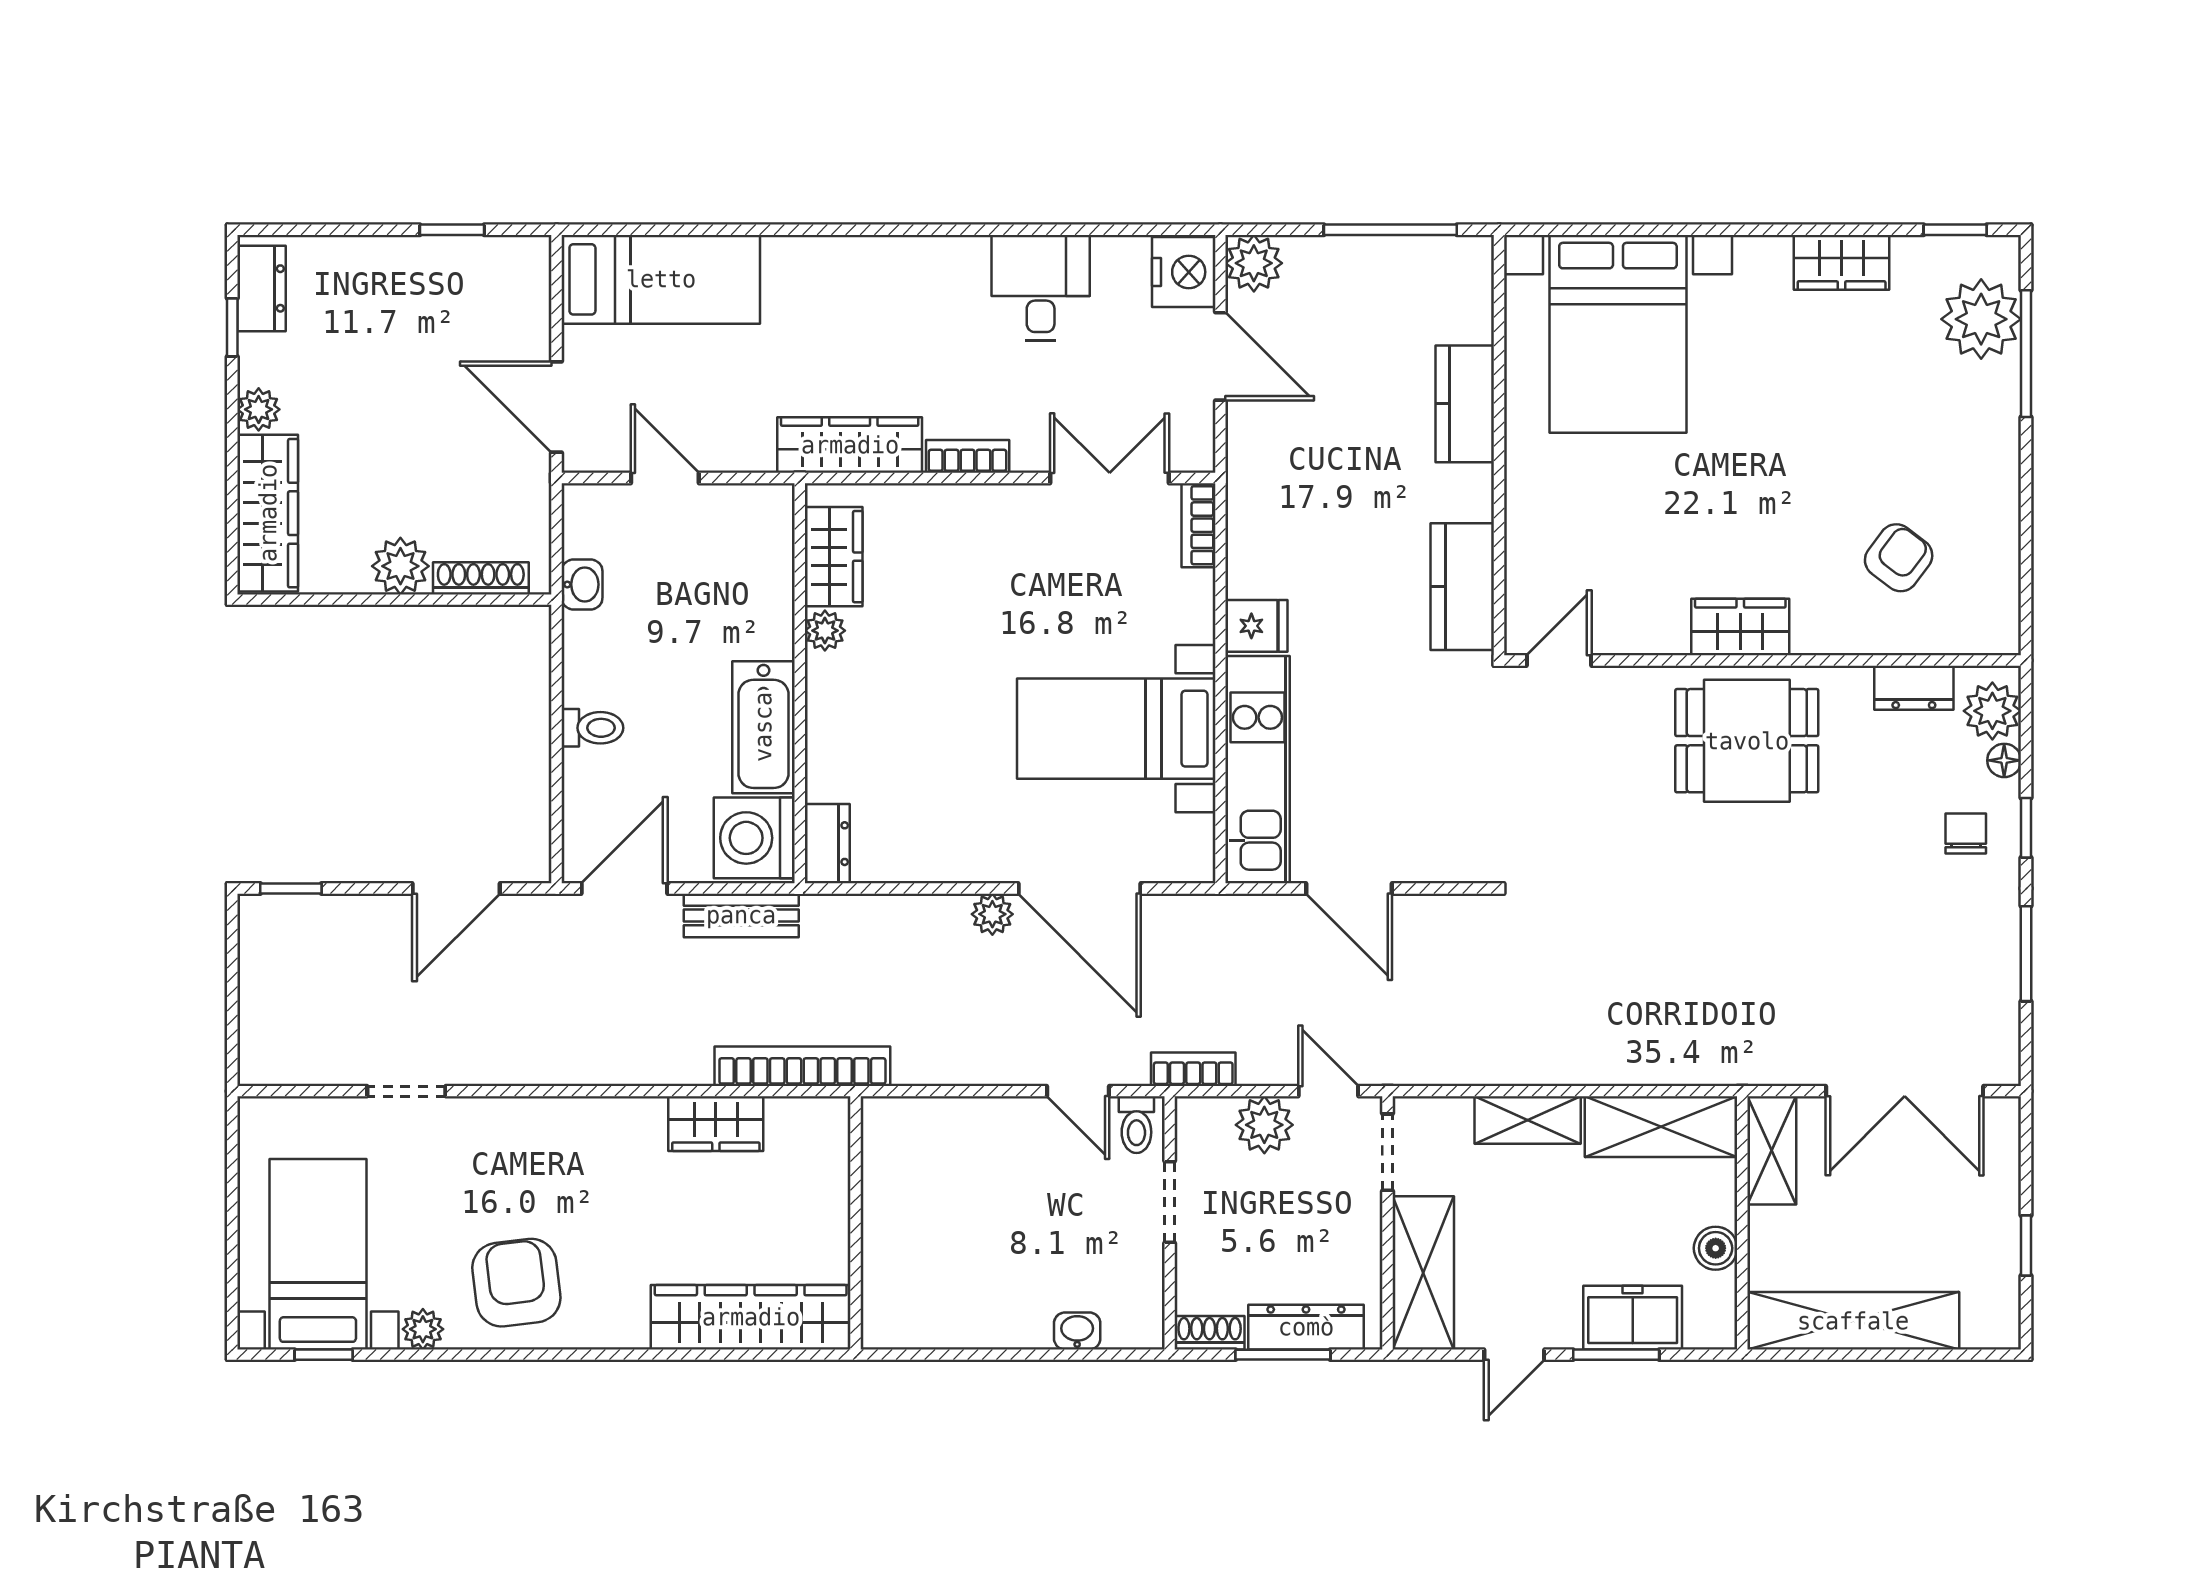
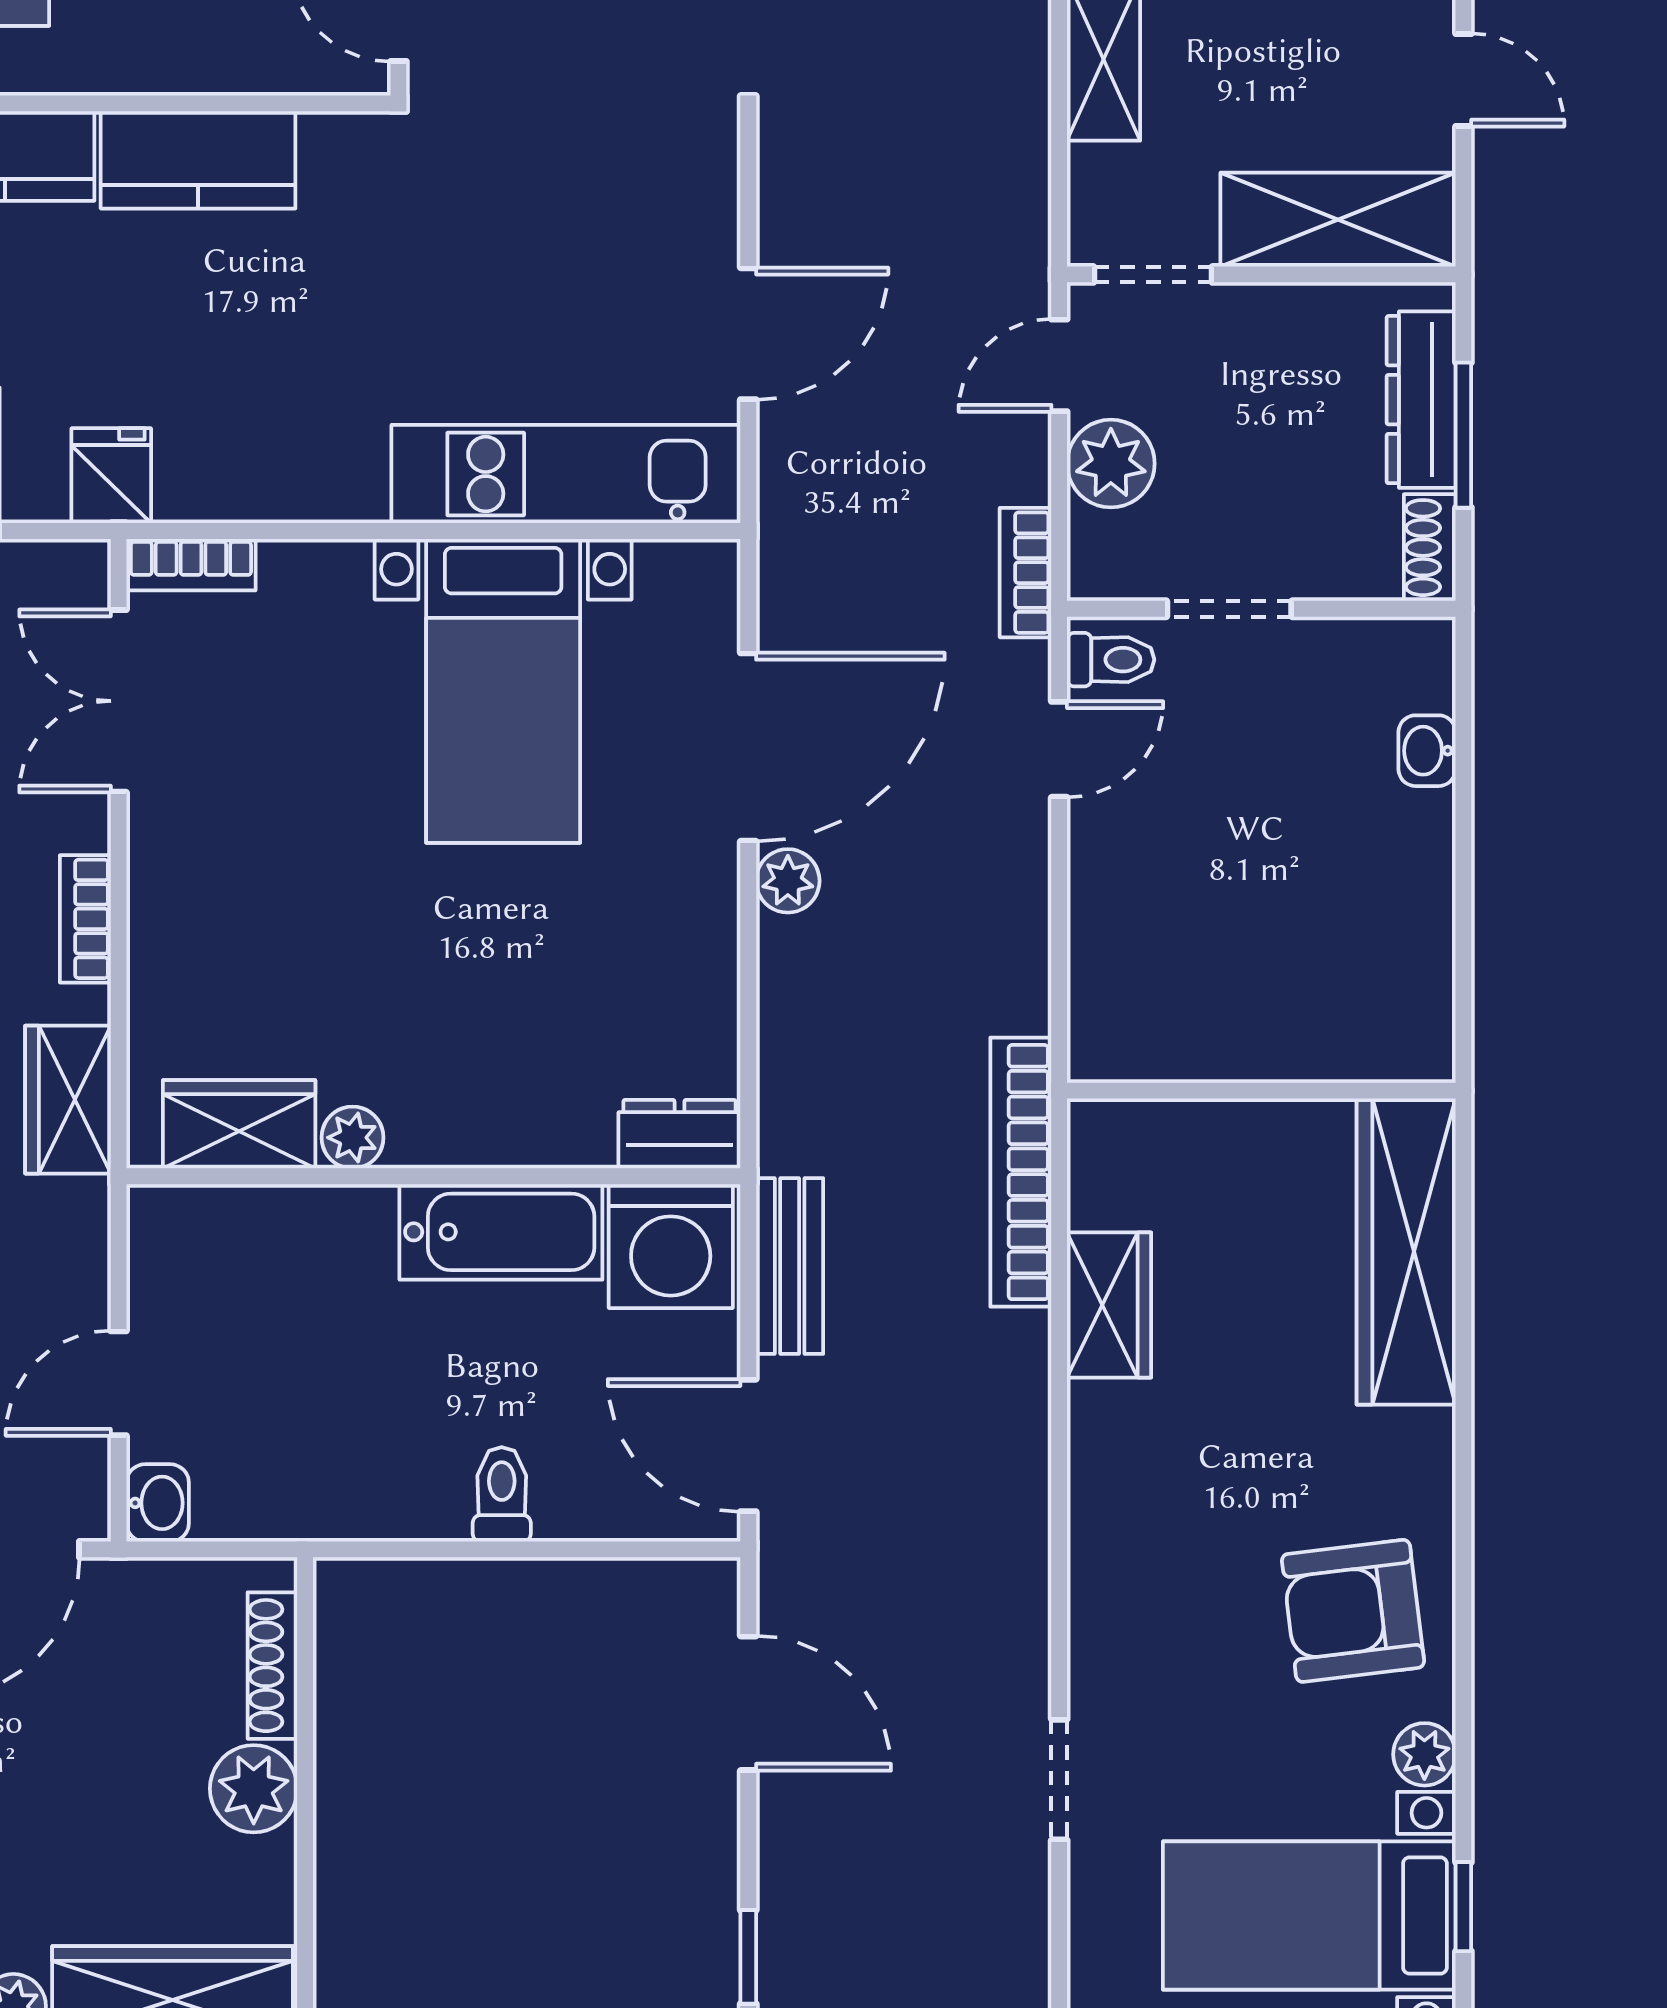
wardrobe: (850, 445) -> (68, 1100), width x0.67
washbasin: (582, 584) -> (158, 1503), moved, turned 90
kitchen counter: (1462, 587) -> (198, 160), moved
fridge: (1256, 626) -> (111, 476), moved

